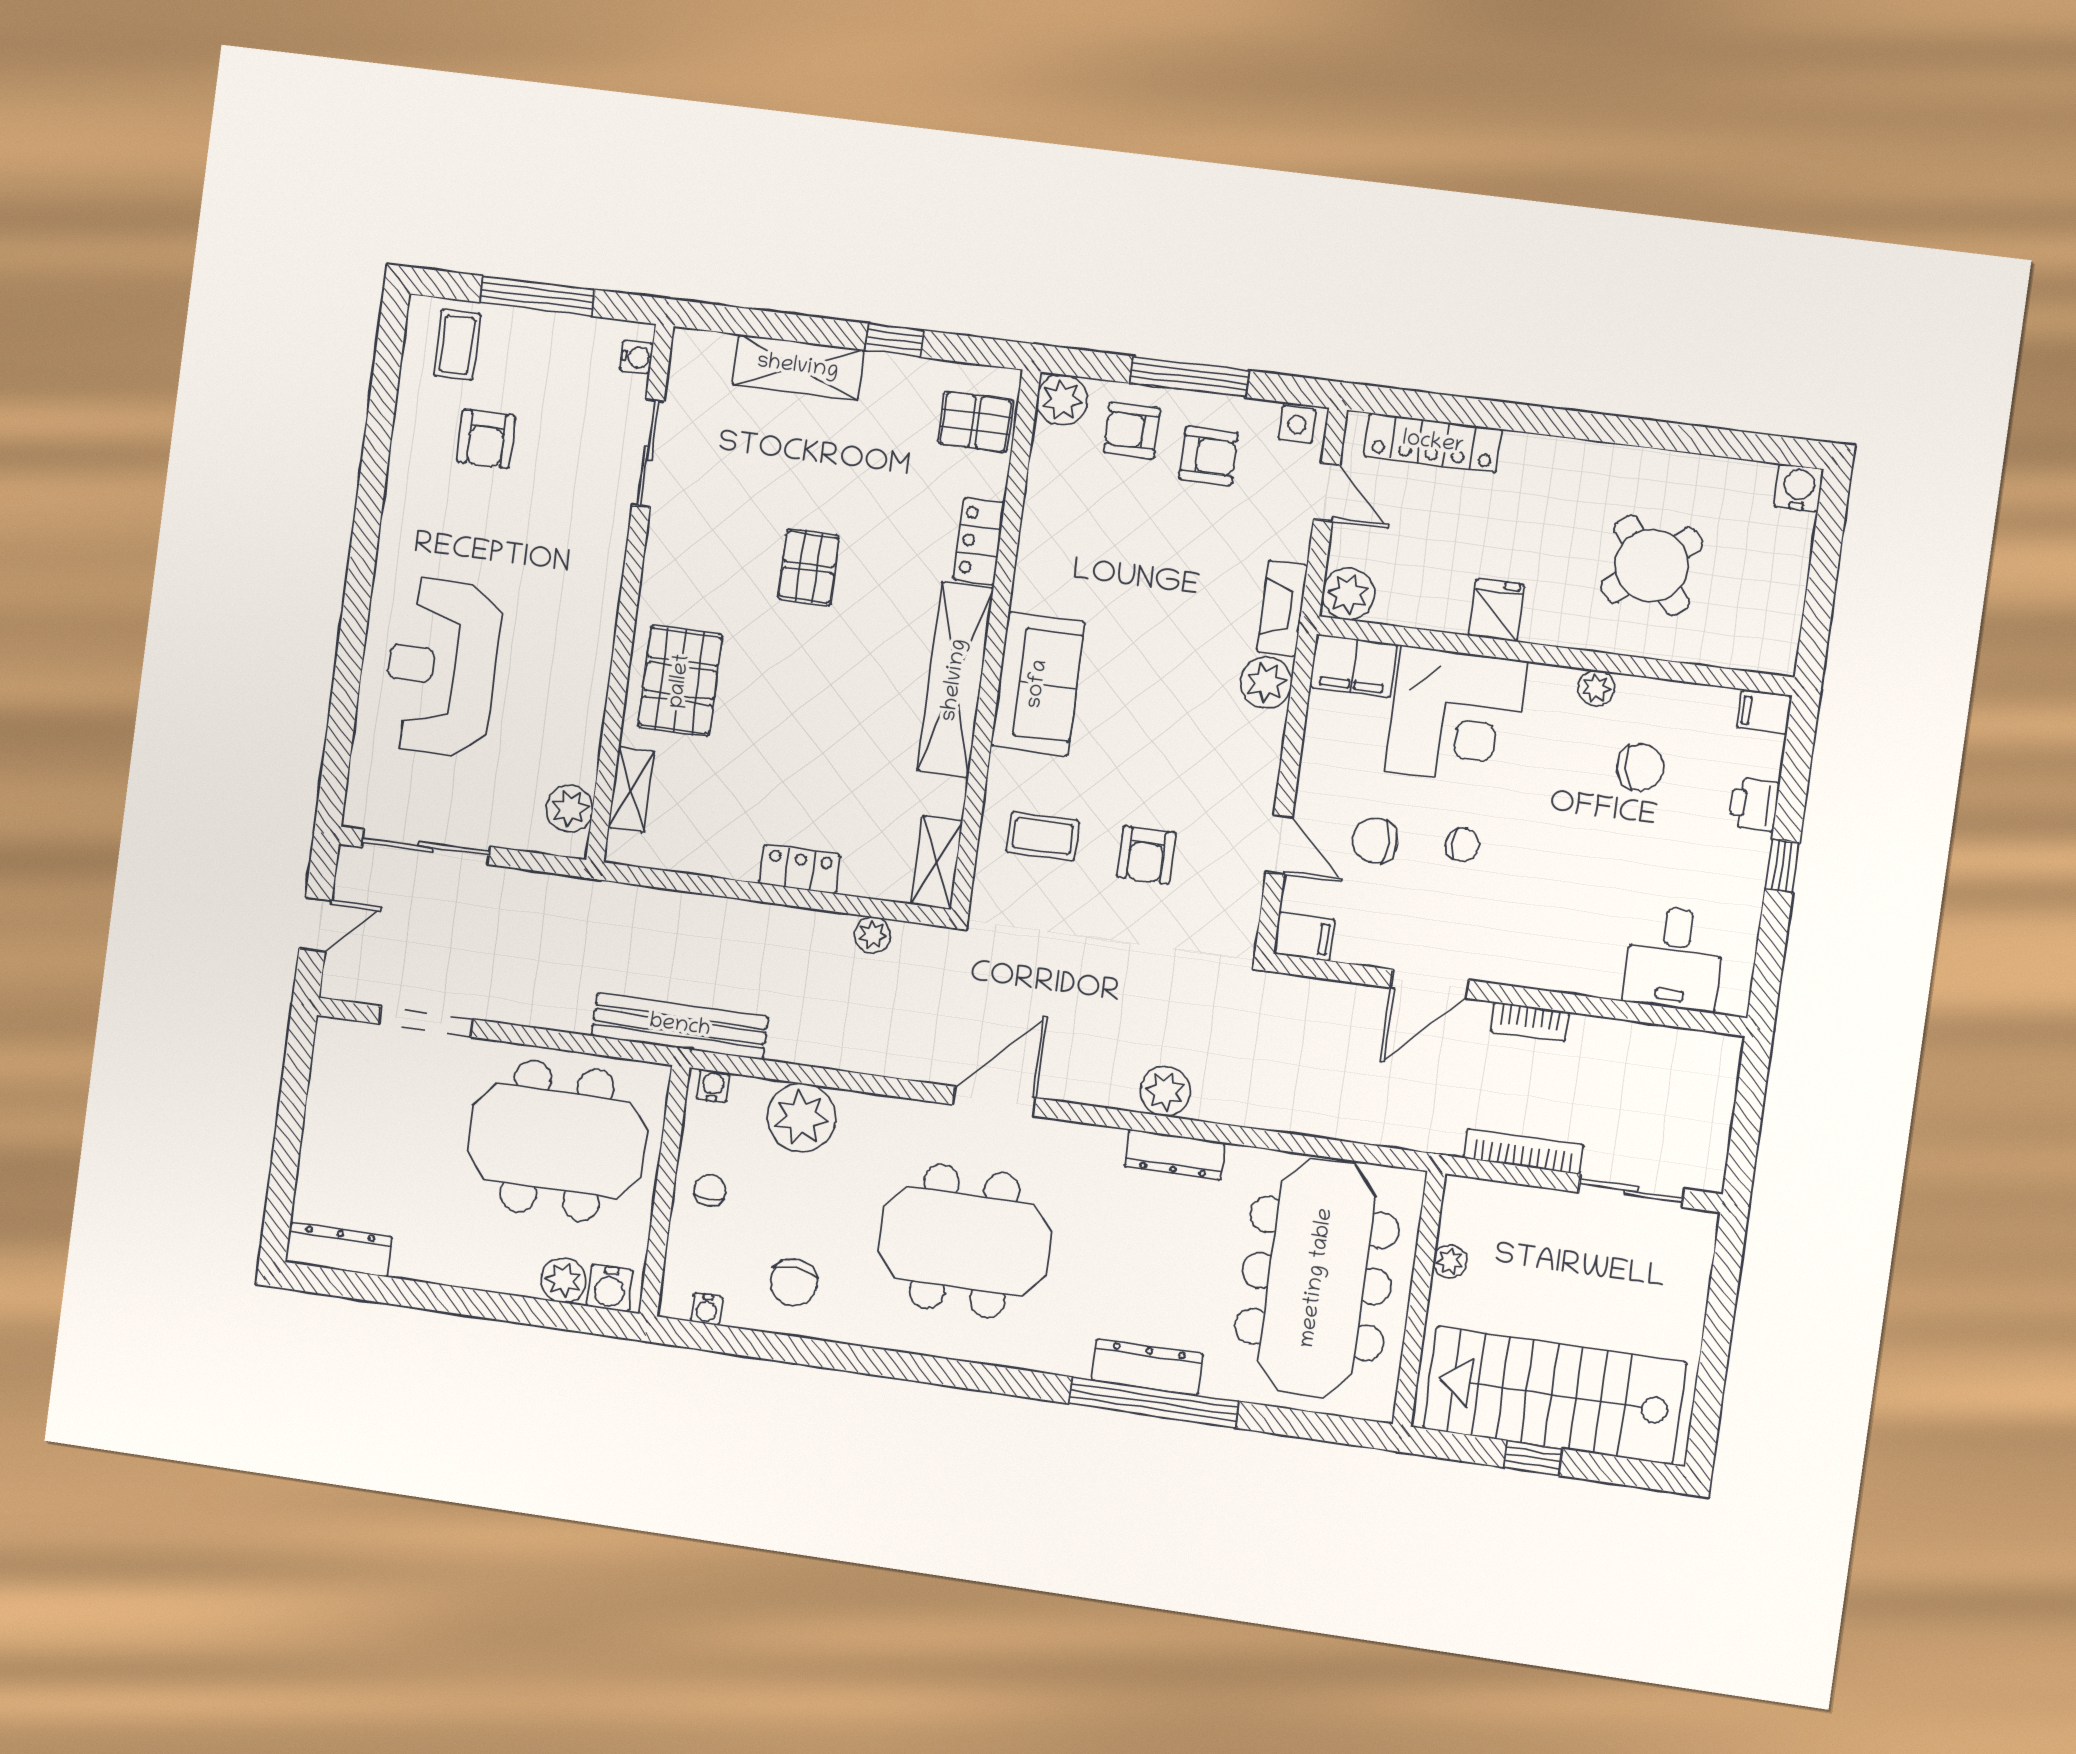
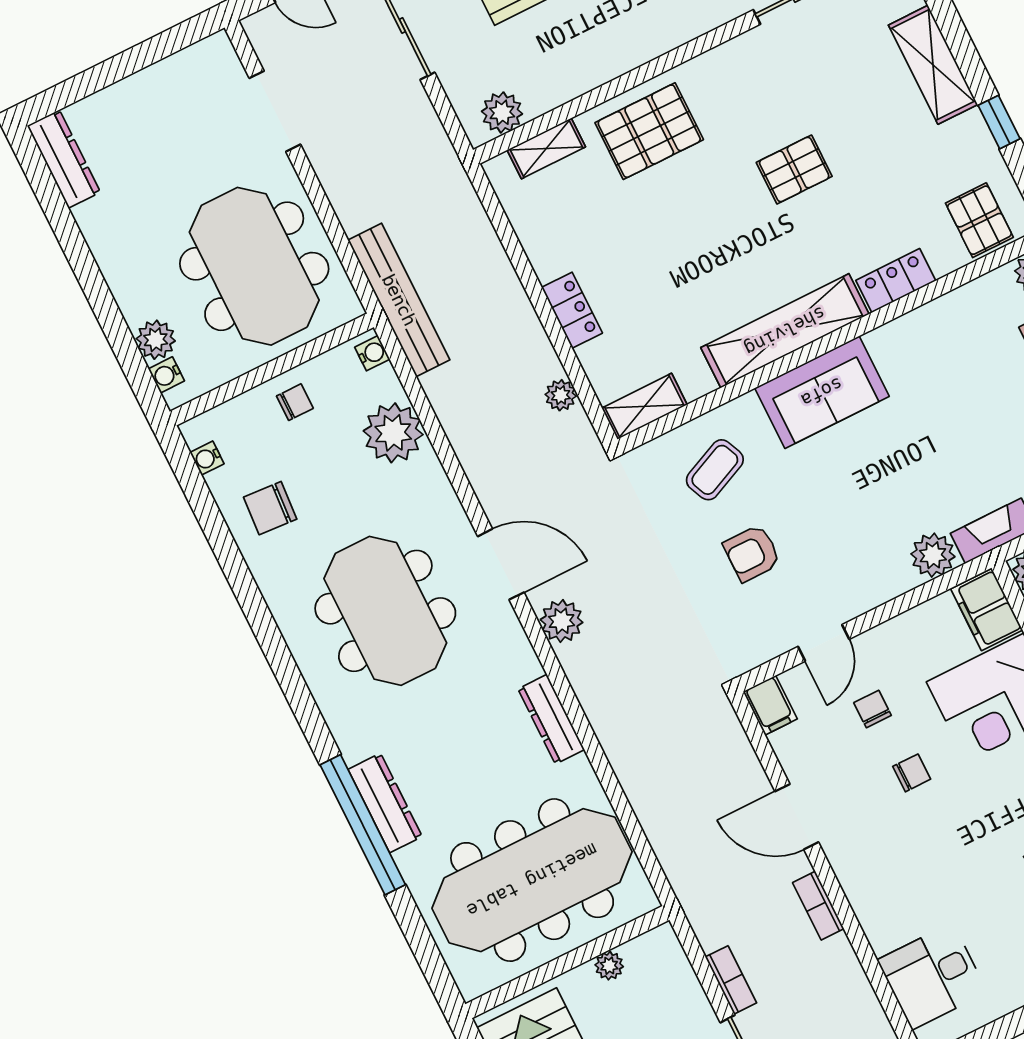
coffee table: (1043, 836) -> (715, 470), turned 66
chair: (1375, 841) -> (873, 709), width x0.73, depth x0.73
chair: (1463, 845) -> (912, 773), turned -90
plant: (1165, 1091) -> (562, 621), moved
bookcase: (1523, 1152) -> (731, 980), width x0.64
water cooler: (610, 1288) -> (166, 375), width x0.72, depth x0.72

